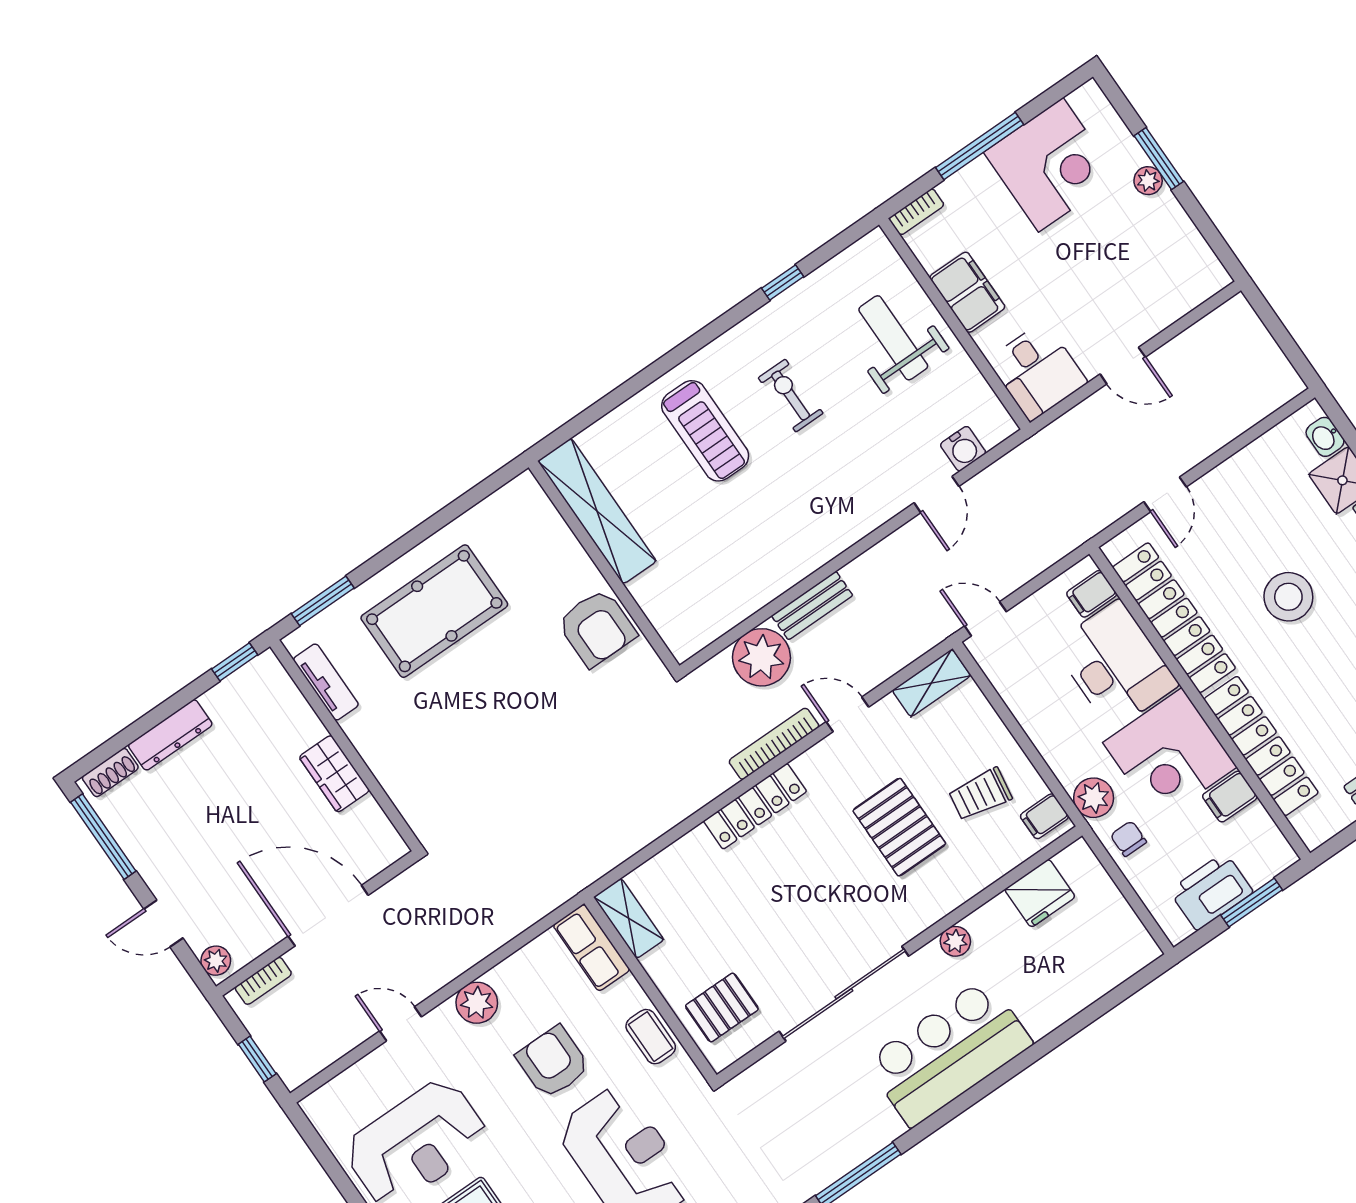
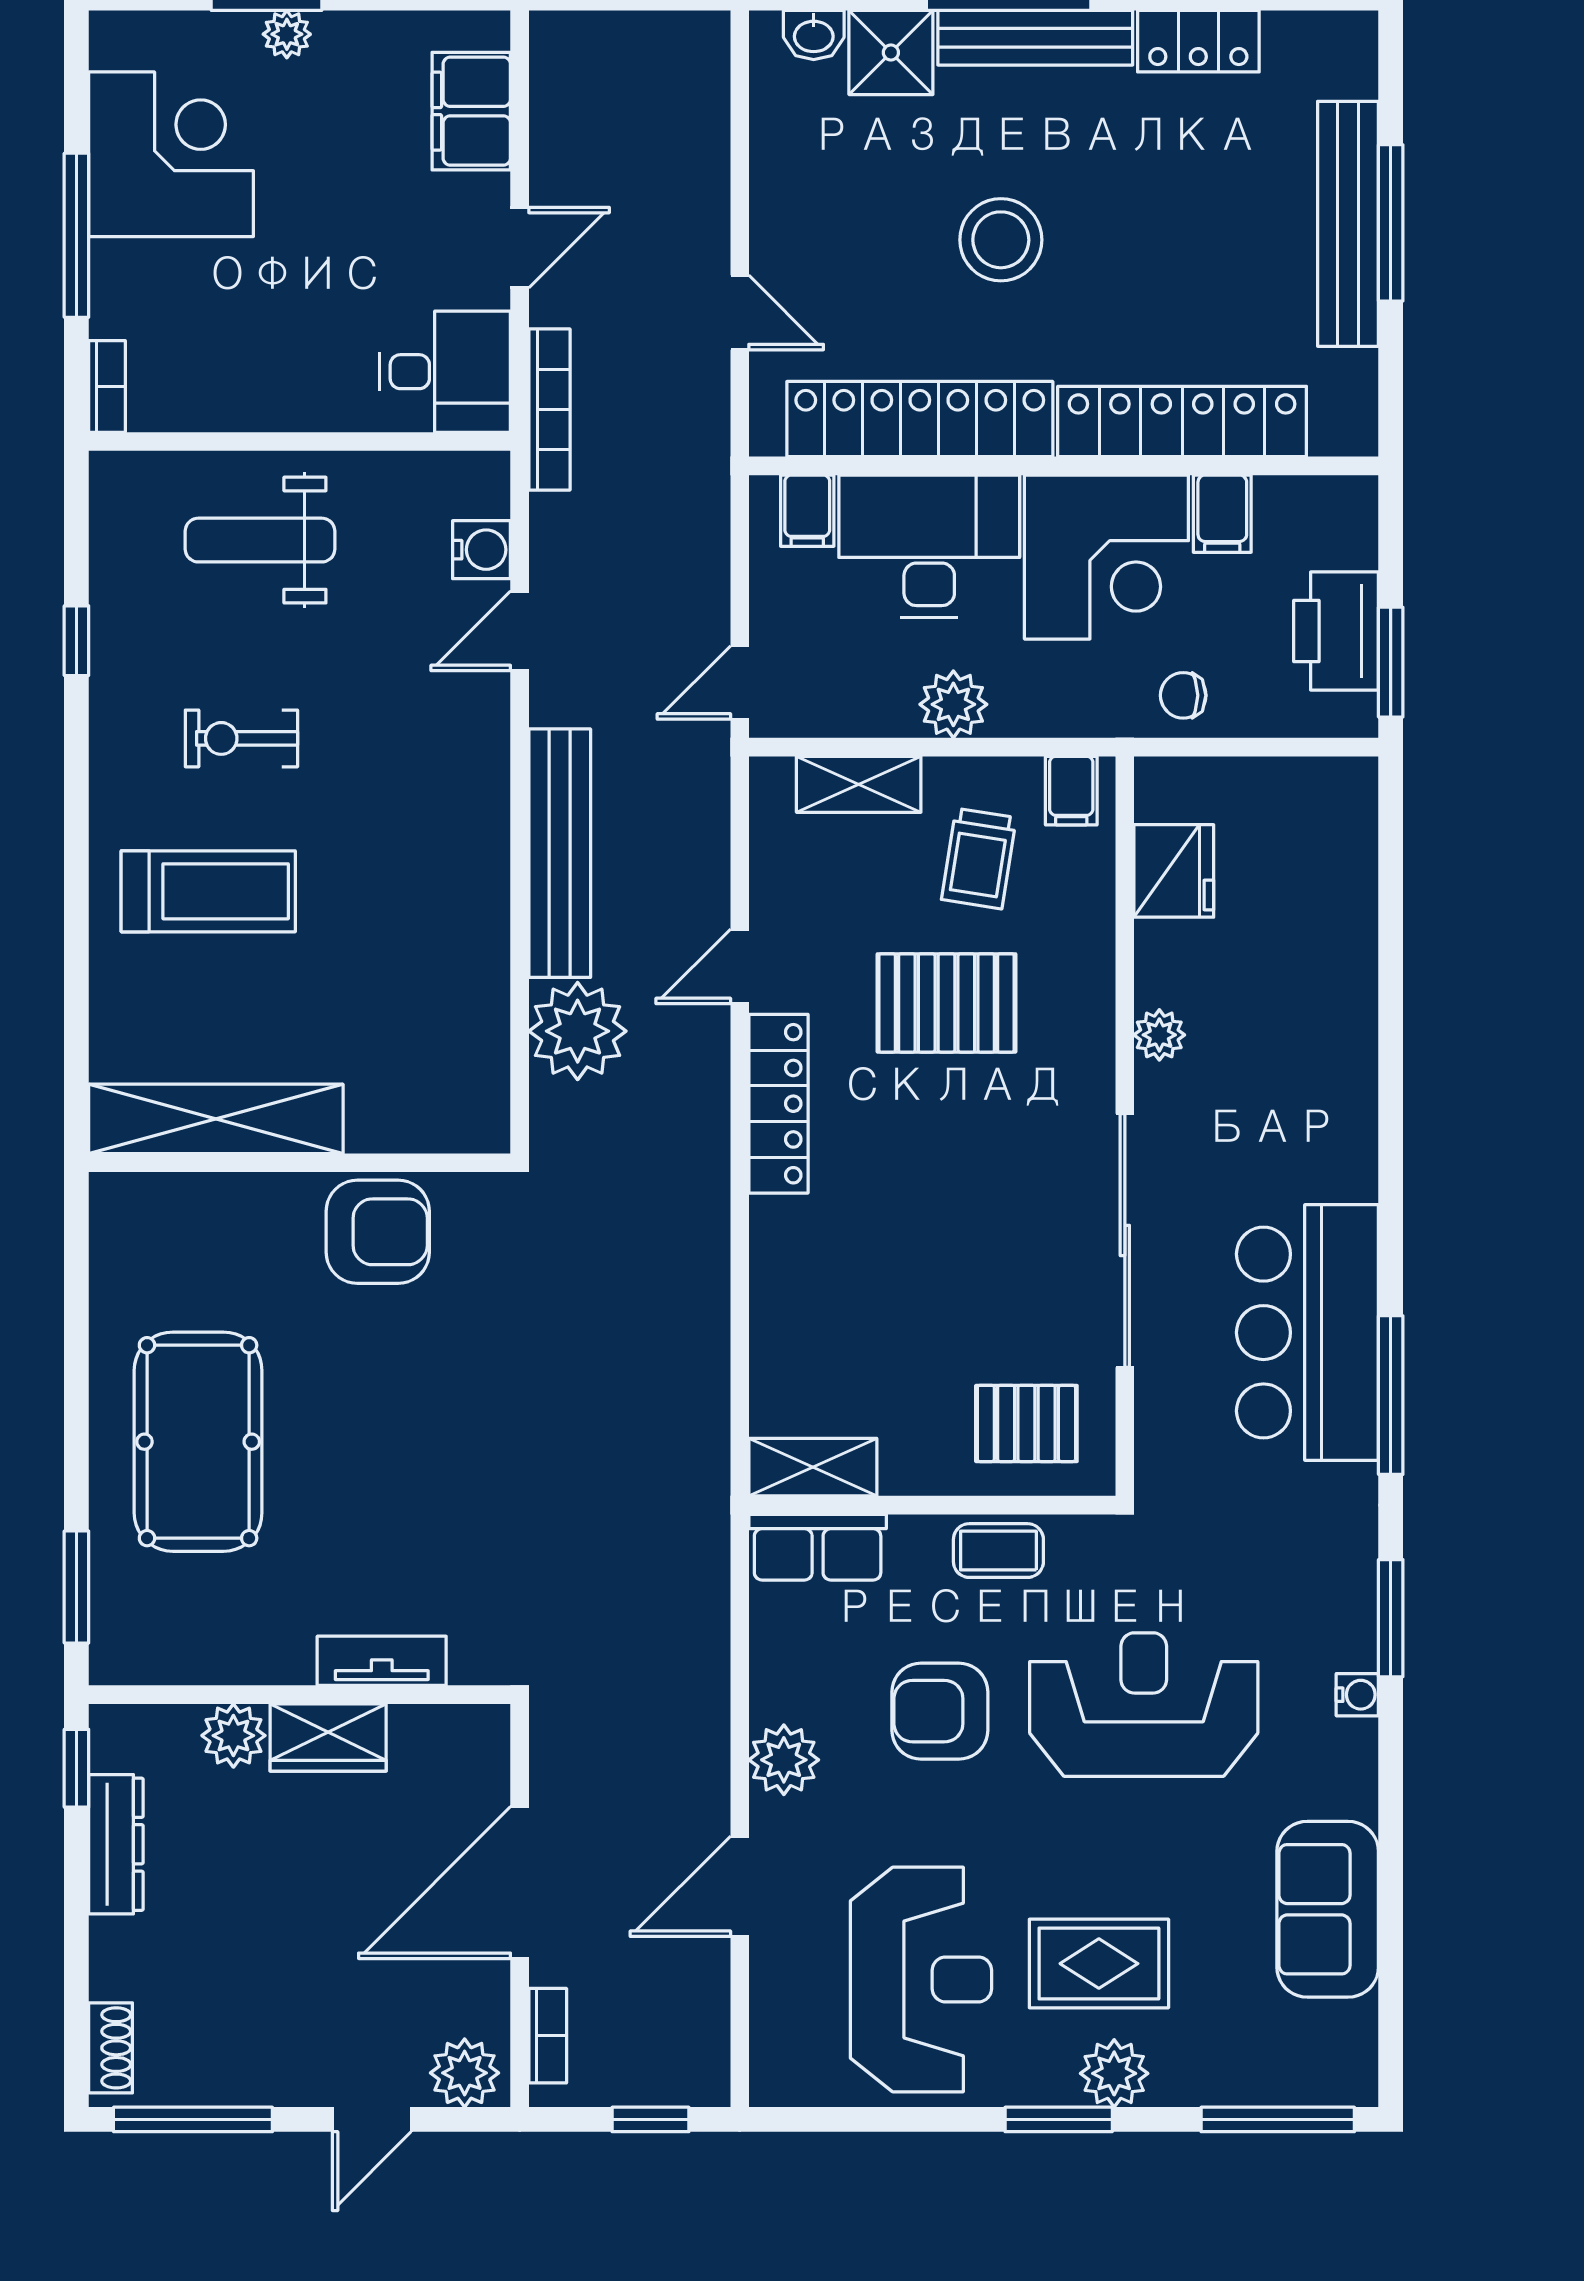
filing cabinet: (967, 292) -> (471, 111), moved, turned -90
door: (936, 495) -> (520, 631), swing flipped
bench: (812, 606) -> (560, 853), width x1.86, depth x1.21
tv unit: (326, 682) -> (382, 1661), moved
shelving: (931, 683) -> (859, 784), moved, turned 90
plant: (303, 727) -> (233, 1736), added
dresser: (170, 735) -> (116, 1844), moved
bookcase: (774, 744) -> (549, 409), moved, turned 180
plant: (1094, 798) -> (953, 704), moved
locker: (755, 806) -> (778, 1104), moved
window: (1252, 902) -> (1391, 662), moved
plant: (216, 961) -> (465, 2073), width x1.38, depth x1.38
pallet: (722, 1007) -> (1026, 1423), turned 90
door: (400, 1024) -> (740, 1886), width x1.38
bar counter: (949, 1052) -> (1307, 1333), moved

